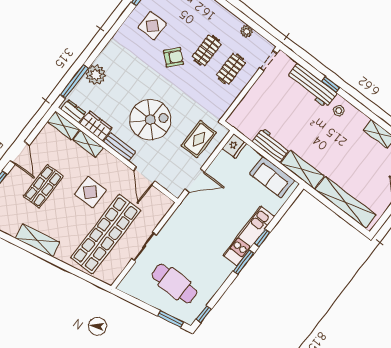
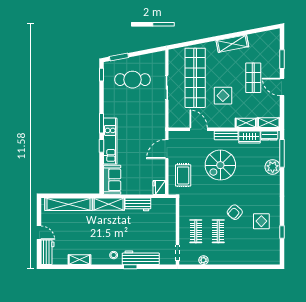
sofa: (272, 177) -> (112, 180), moved, turned 90

